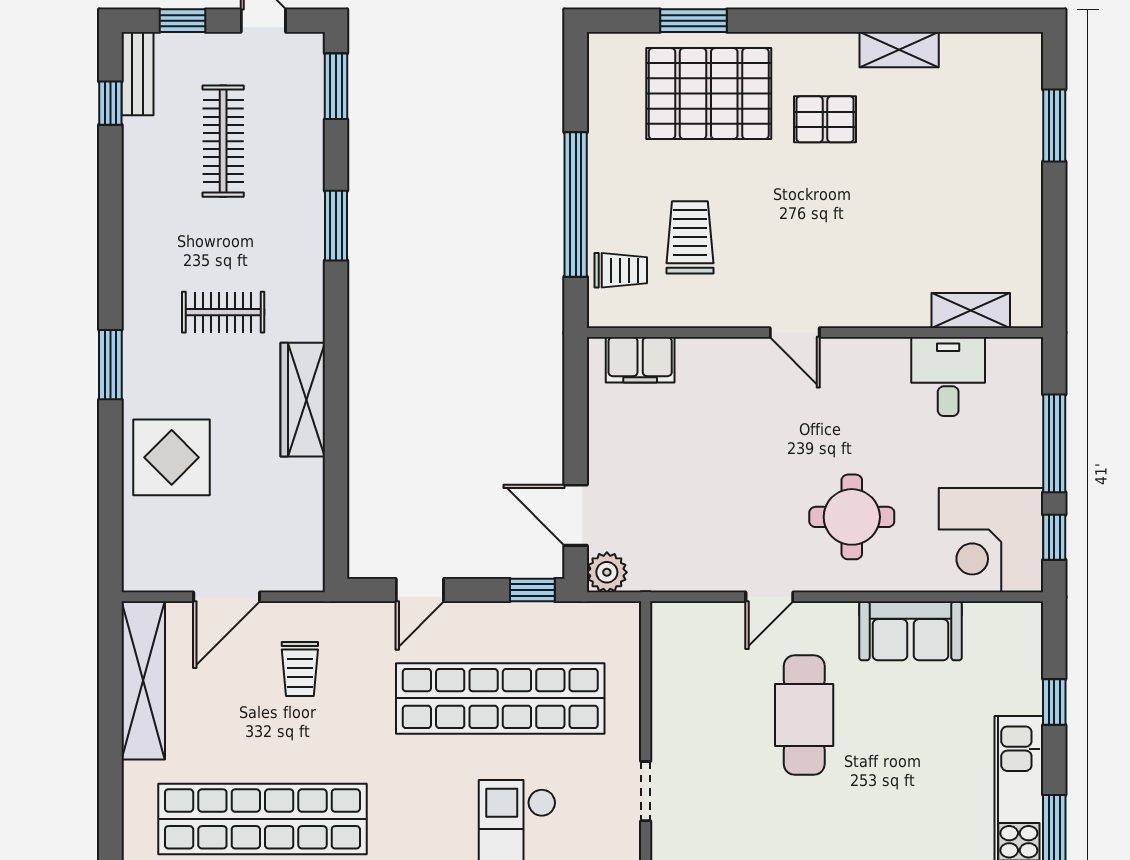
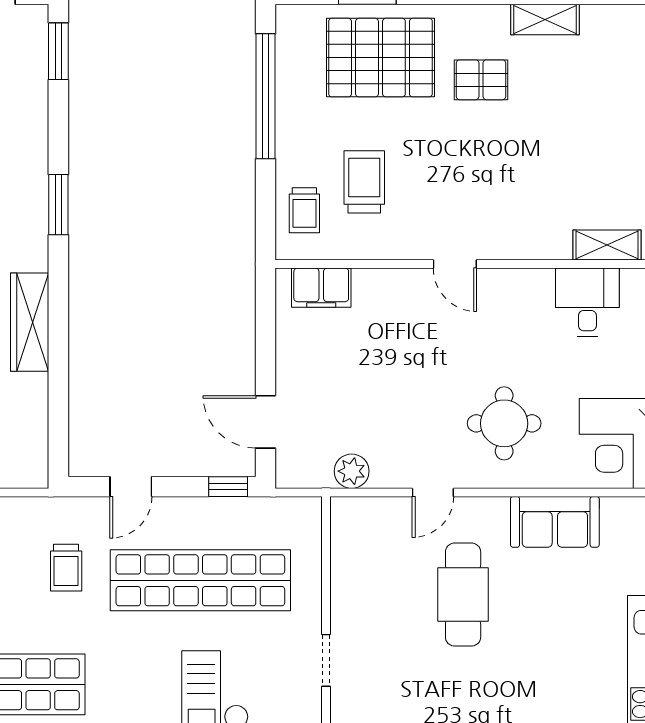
window: (576, 205) -> (266, 96), moved
window: (336, 226) -> (58, 205), moved
trolley: (621, 270) -> (304, 210), turned 90
plant: (607, 572) -> (352, 471), moved
trolley: (300, 669) -> (66, 568), moved

